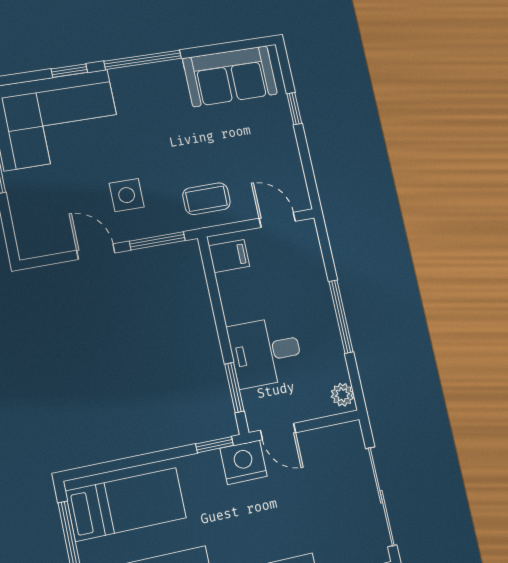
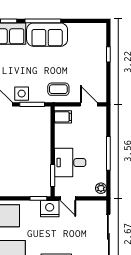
sofa: (230, 76) -> (47, 35), moved
side table: (127, 195) -> (22, 94), moved

